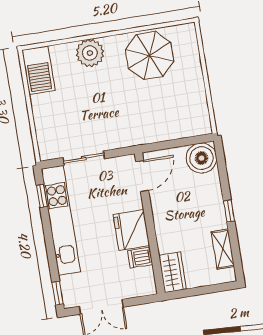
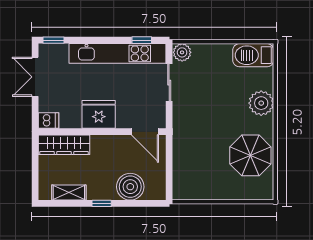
plant: (48, 149) -> (182, 52), added
boiler: (201, 158) -> (130, 187), moved
dishwasher: (140, 258) -> (49, 120), moved, turned 90
wardrobe: (173, 272) -> (64, 145), width x1.50

